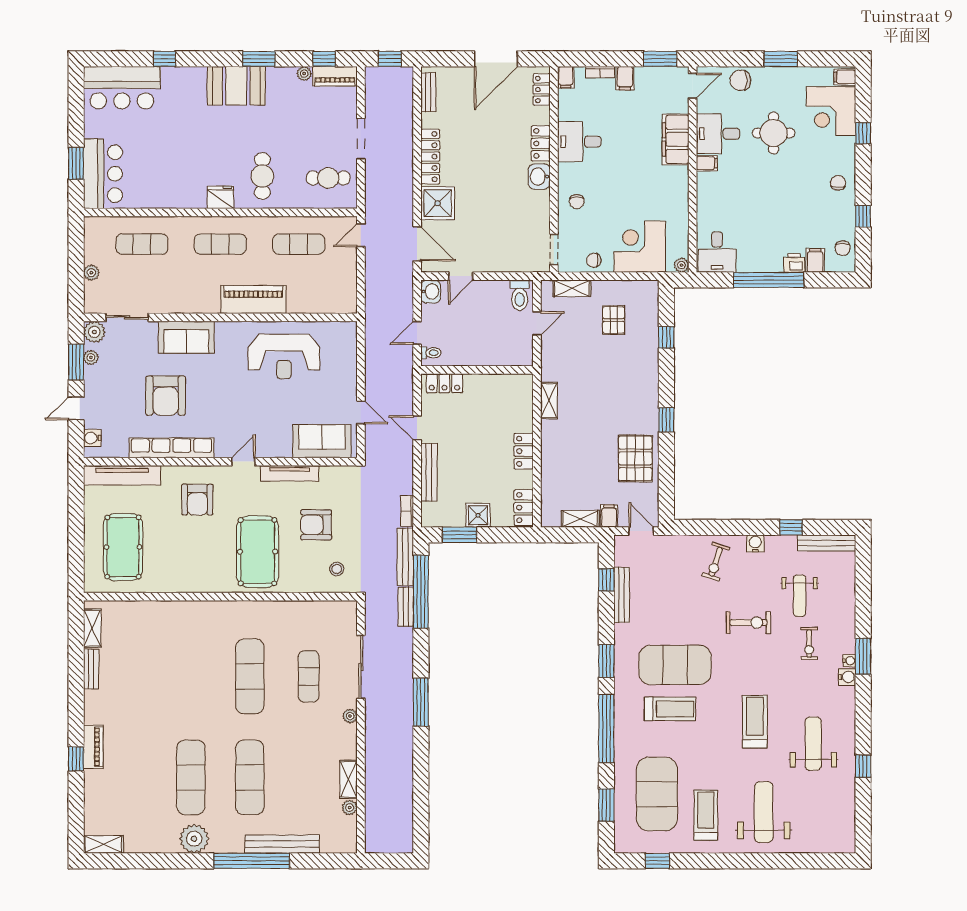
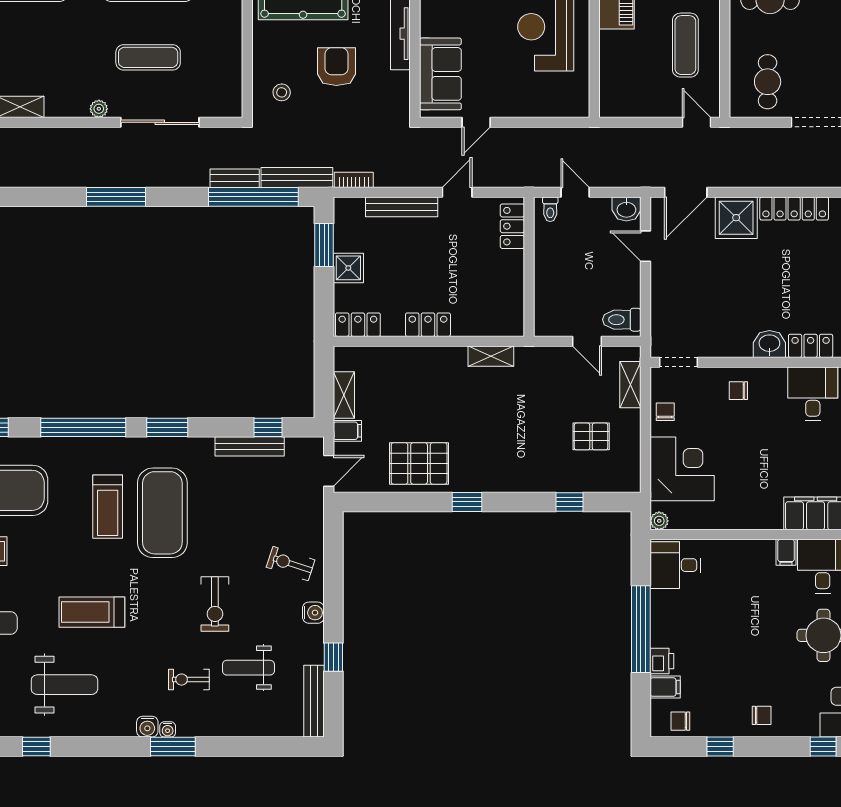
treadmill: (755, 722) -> (92, 612), turned 180

